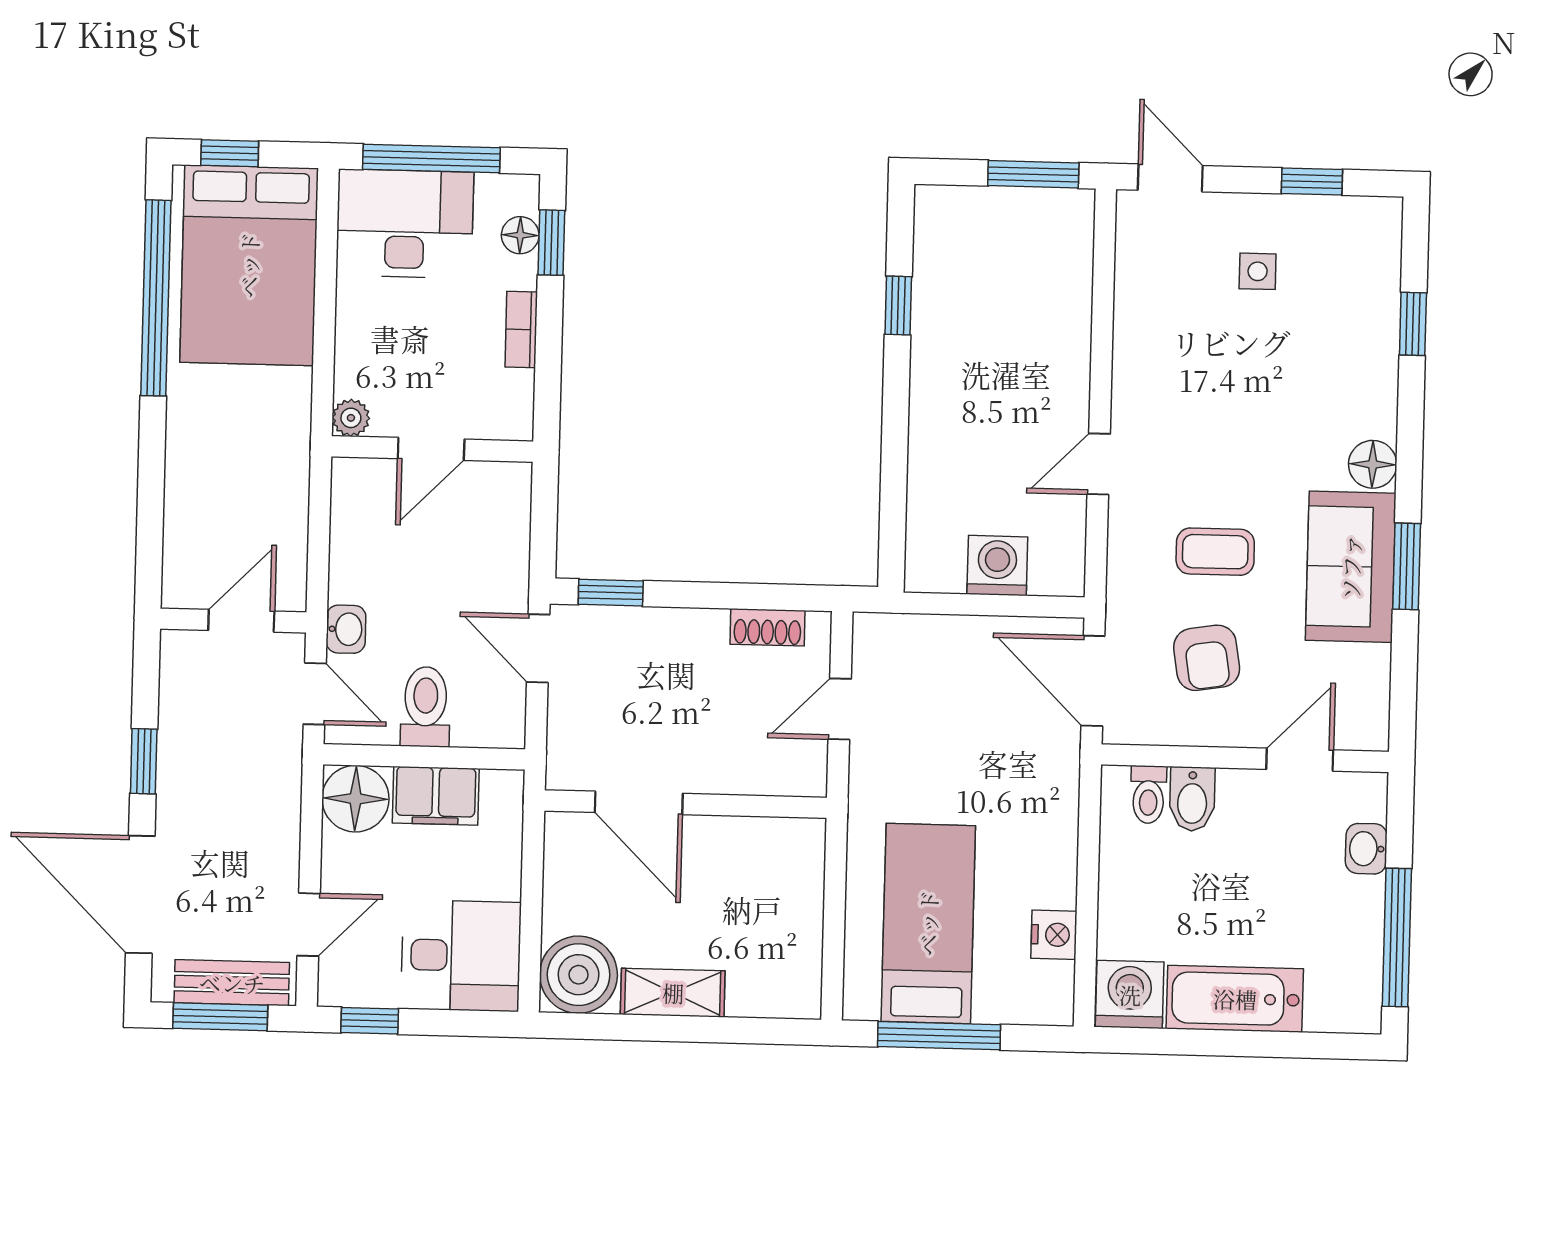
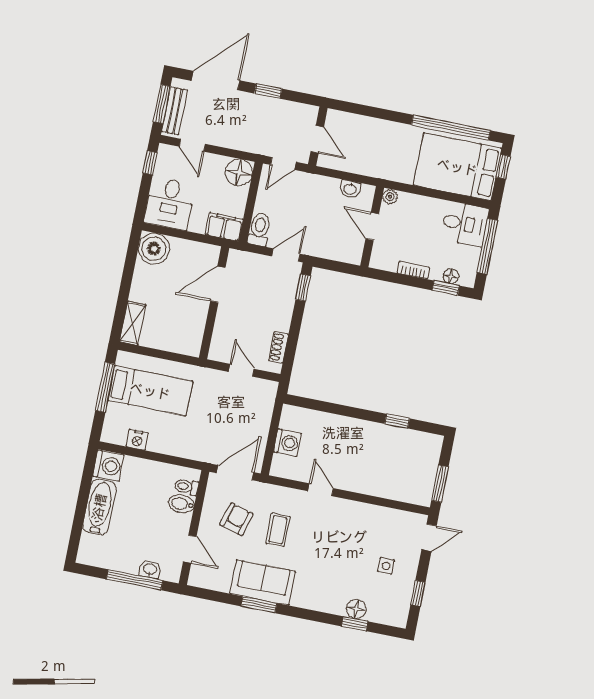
desk: (405, 224) -> (465, 224), width x0.73
floor lamp: (1373, 464) -> (356, 609), moved
washbasin: (346, 629) -> (350, 189), moved
armchair: (1207, 658) -> (236, 519), turned 115
toilet: (426, 707) -> (259, 229), moved, turned -90
filing cabinet: (436, 796) -> (224, 227), moved, turned 90
window: (1397, 938) -> (135, 580), moved
shelving: (673, 993) -> (133, 323), moved

